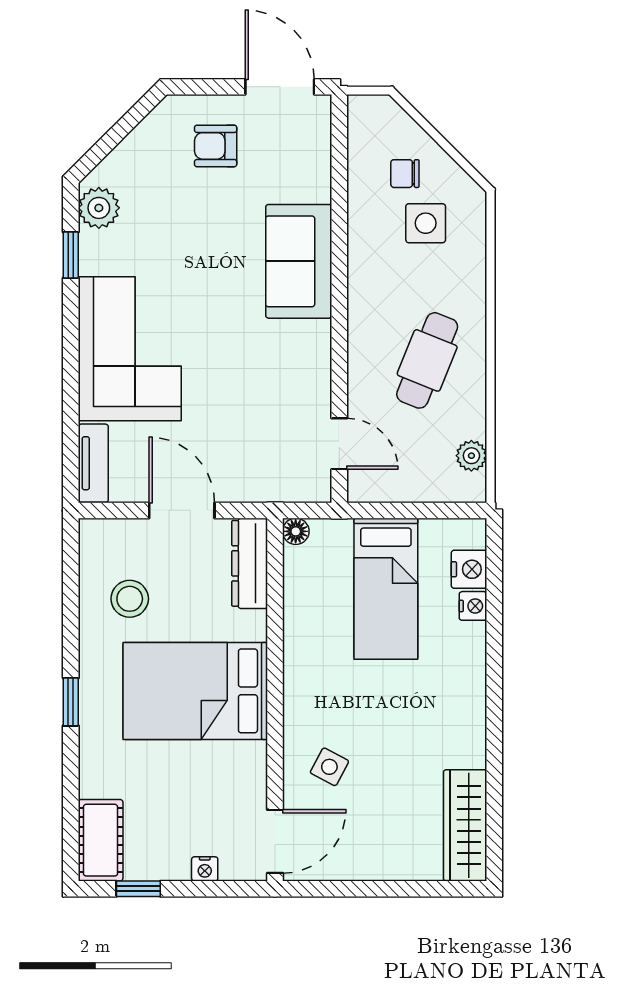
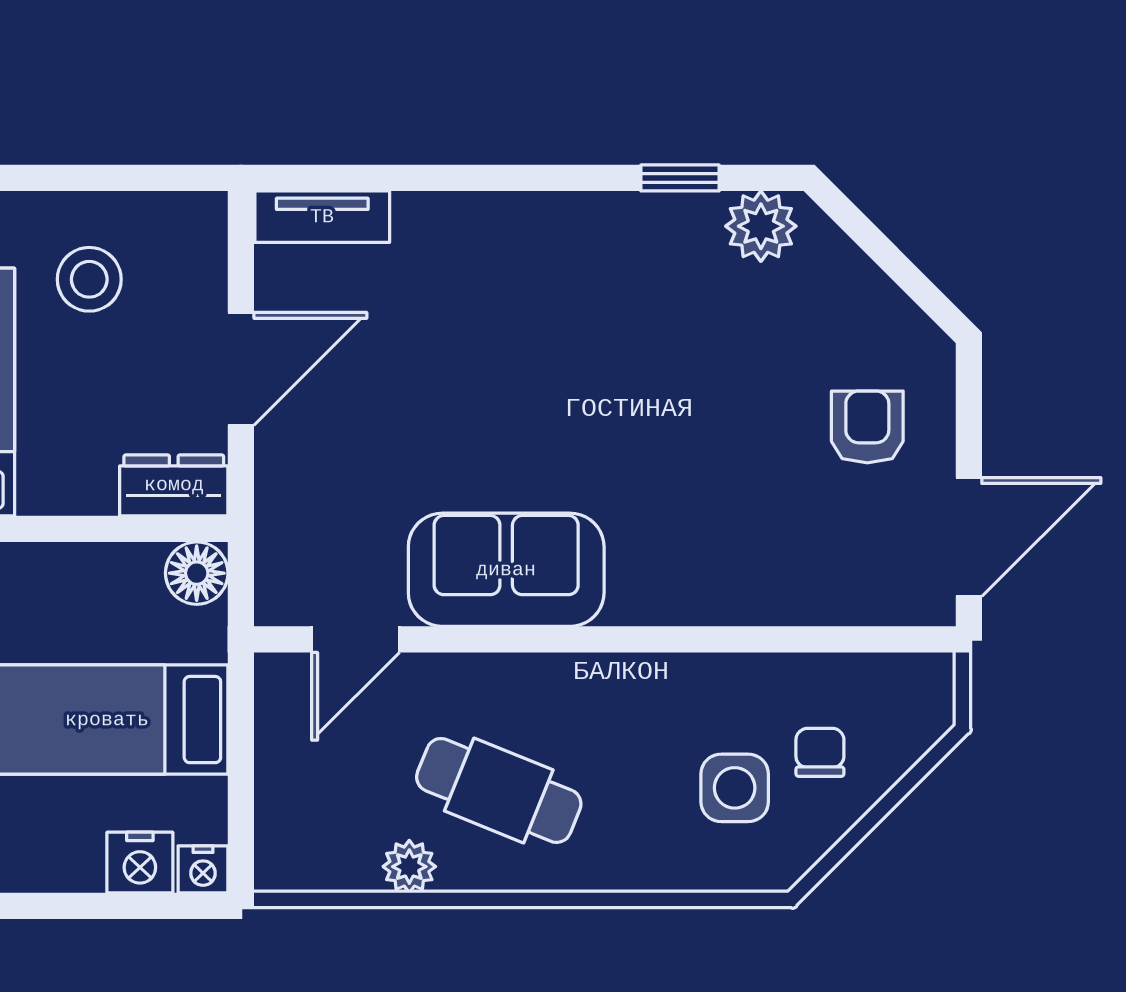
sofa: (299, 261) -> (506, 570), moved
corner sofa: (130, 349) -> (519, 279), removed
plant: (471, 456) -> (409, 867), moved
floor lamp: (296, 531) -> (197, 573), width x1.37, depth x1.37
dresser: (250, 563) -> (174, 485), width x0.70
nightstand: (473, 606) -> (203, 869), moved

